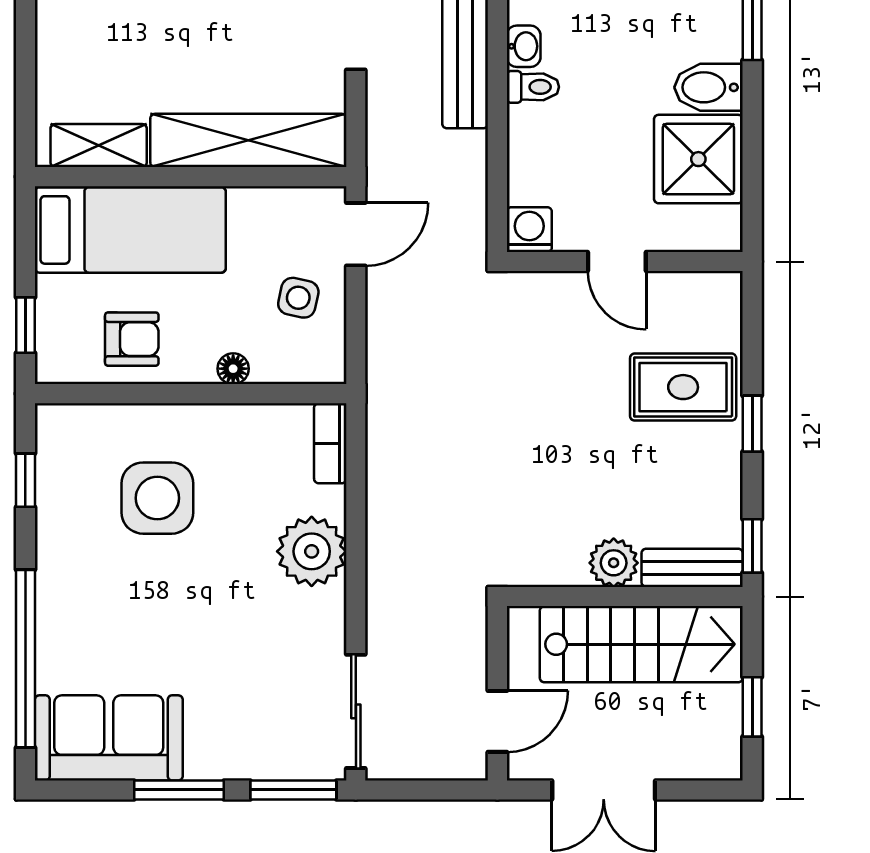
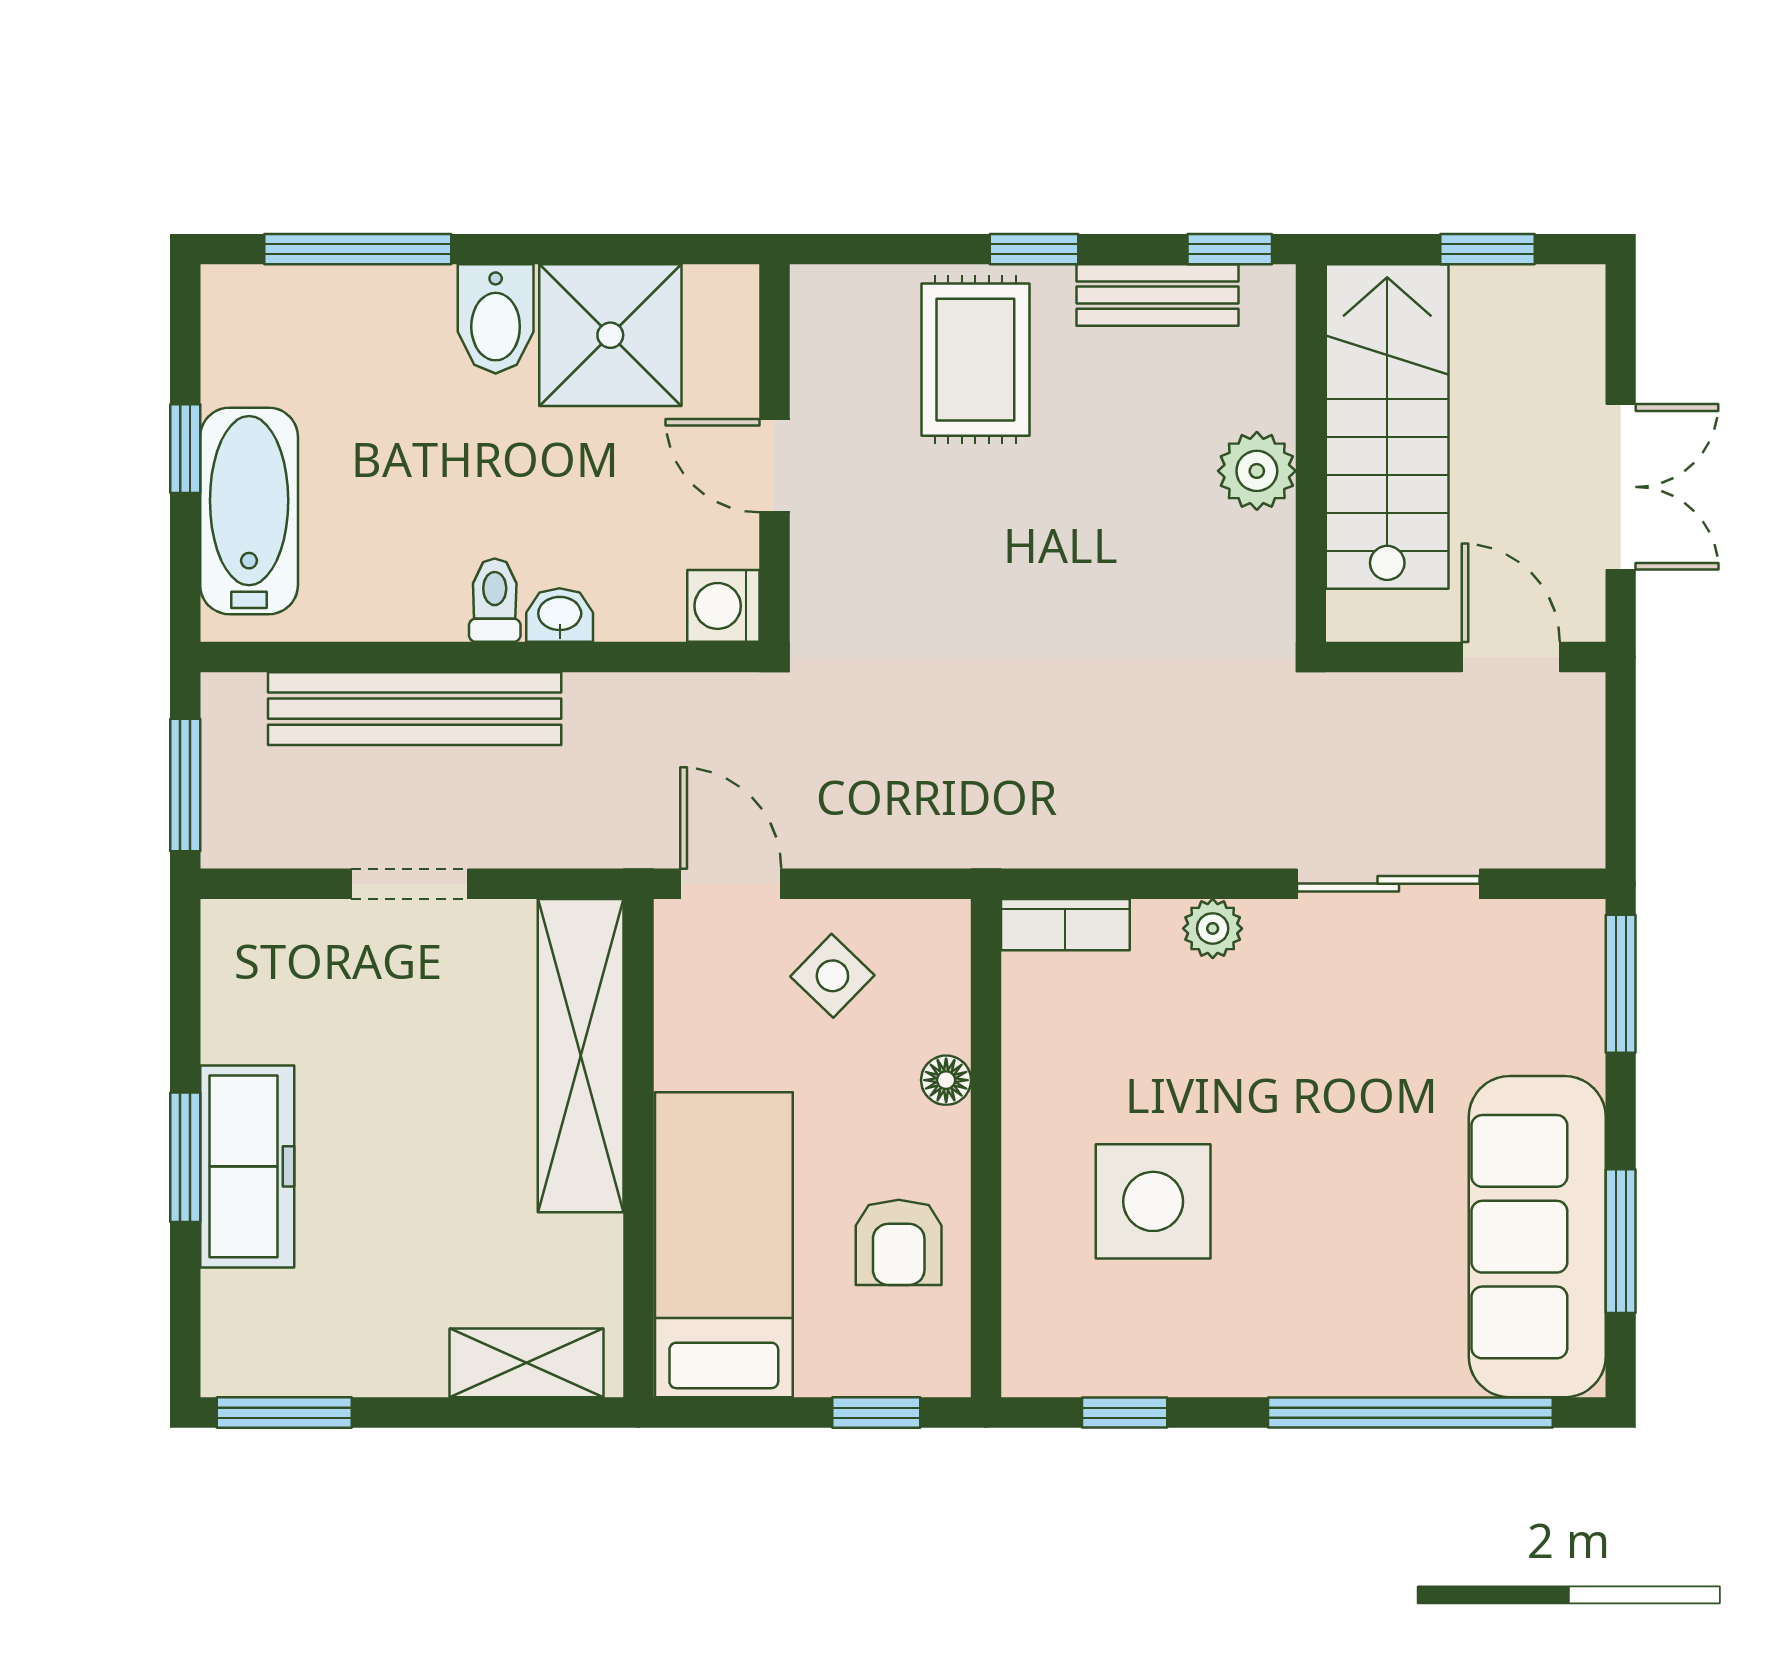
washbasin: (524, 46) -> (560, 615), moved
shelving: (99, 146) -> (527, 1363), moved, turned 90
door: (617, 262) -> (774, 466), swing flipped
side table: (298, 298) -> (832, 976), turned 32
armchair: (132, 339) -> (899, 1242), turned 180
plant: (312, 551) -> (1213, 928), width x0.53, depth x0.53
bench: (692, 568) -> (1158, 295), moved, turned 90
sliding door: (356, 711) -> (1388, 884), moved
sofa: (109, 738) -> (1537, 1237), width x1.36
window: (179, 790) -> (1621, 1241), moved

